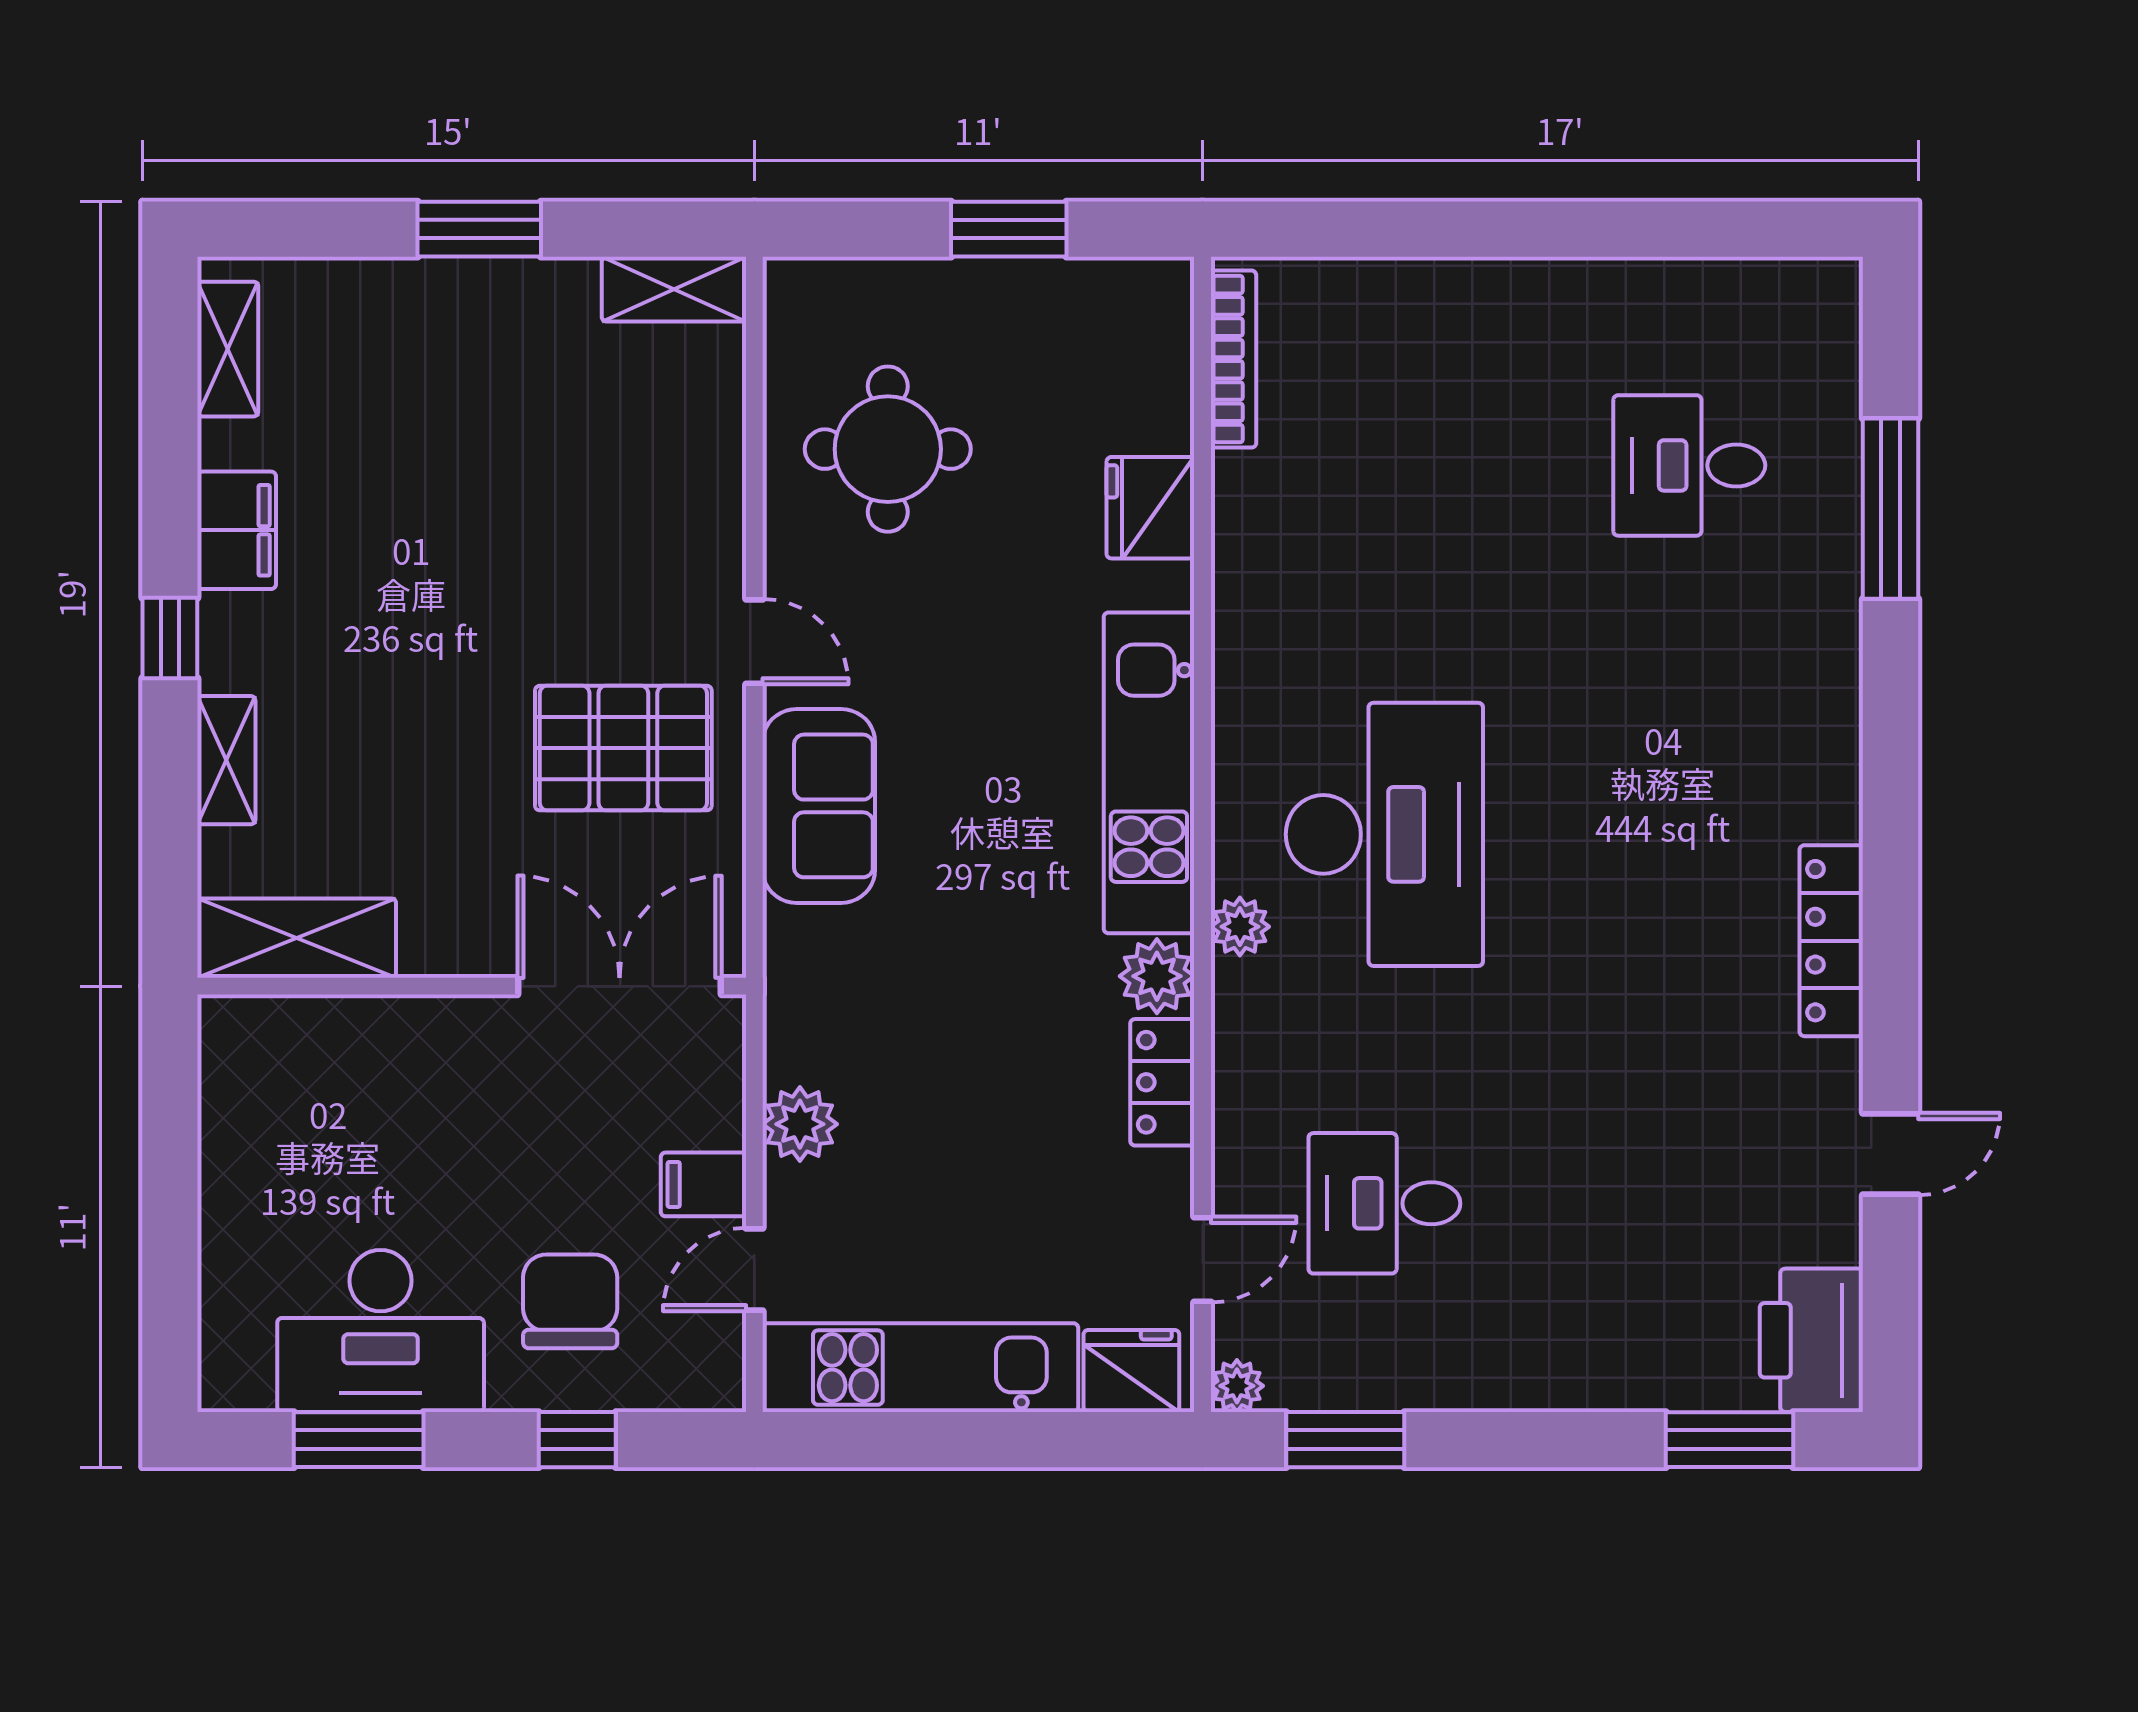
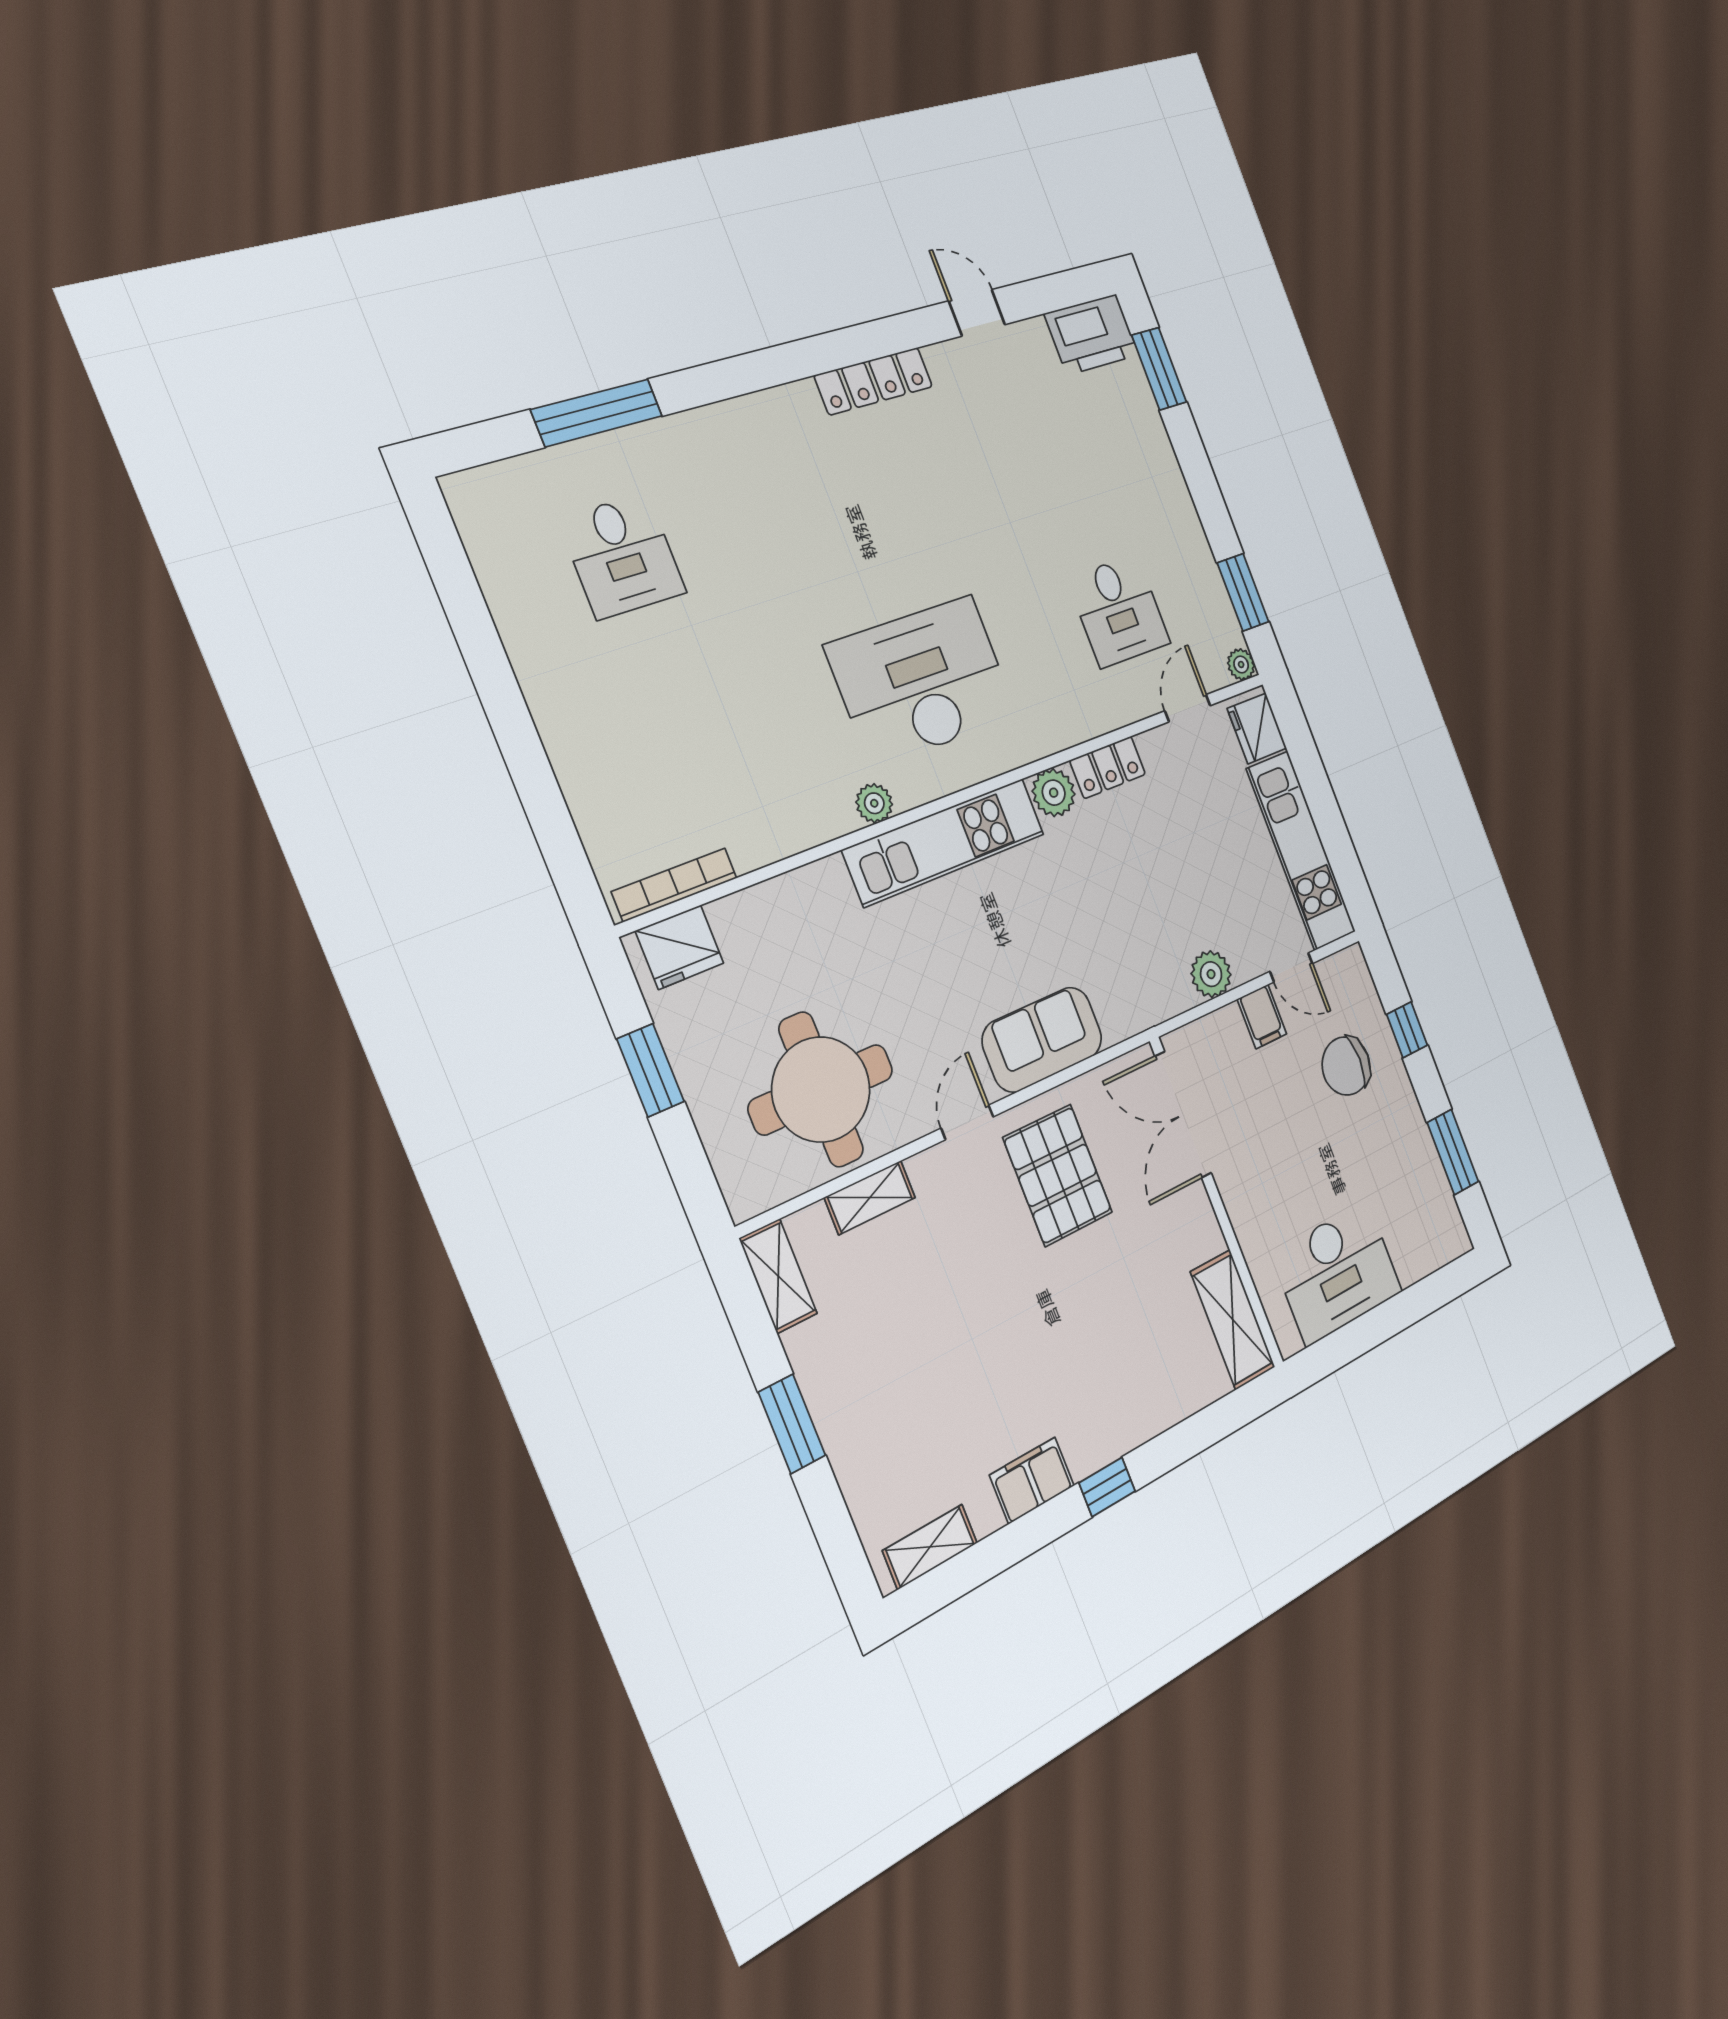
round table: (888, 449) -> (821, 1089), width x1.36, depth x1.36
fridge: (1150, 508) -> (680, 947), moved
shelving: (226, 760) -> (870, 1197), moved
plant: (1240, 927) -> (874, 803), moved
door: (1203, 1260) -> (1188, 708), hinge flipped
desk: (381, 1331) -> (1337, 1273), moved, turned 90

